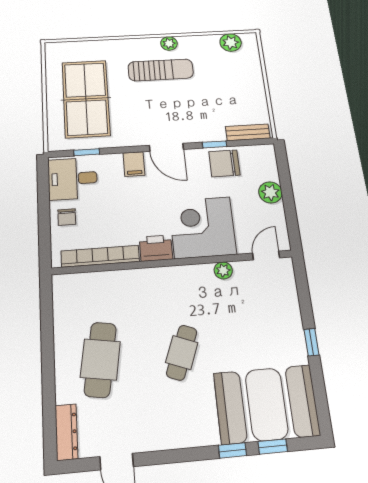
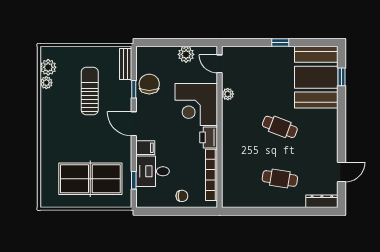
plant: (169, 43) -> (46, 83), moved
sun lounger: (161, 70) -> (90, 91), moved
door: (166, 147) -> (134, 124), swing flipped
chair: (224, 163) -> (149, 84), turned 180
desk: (73, 179) -> (153, 171), moved, turned 90
plant: (270, 192) -> (186, 54), moved
cafe table: (100, 359) -> (280, 178), width x0.73, depth x0.74
window: (232, 450) -> (342, 102), removed

